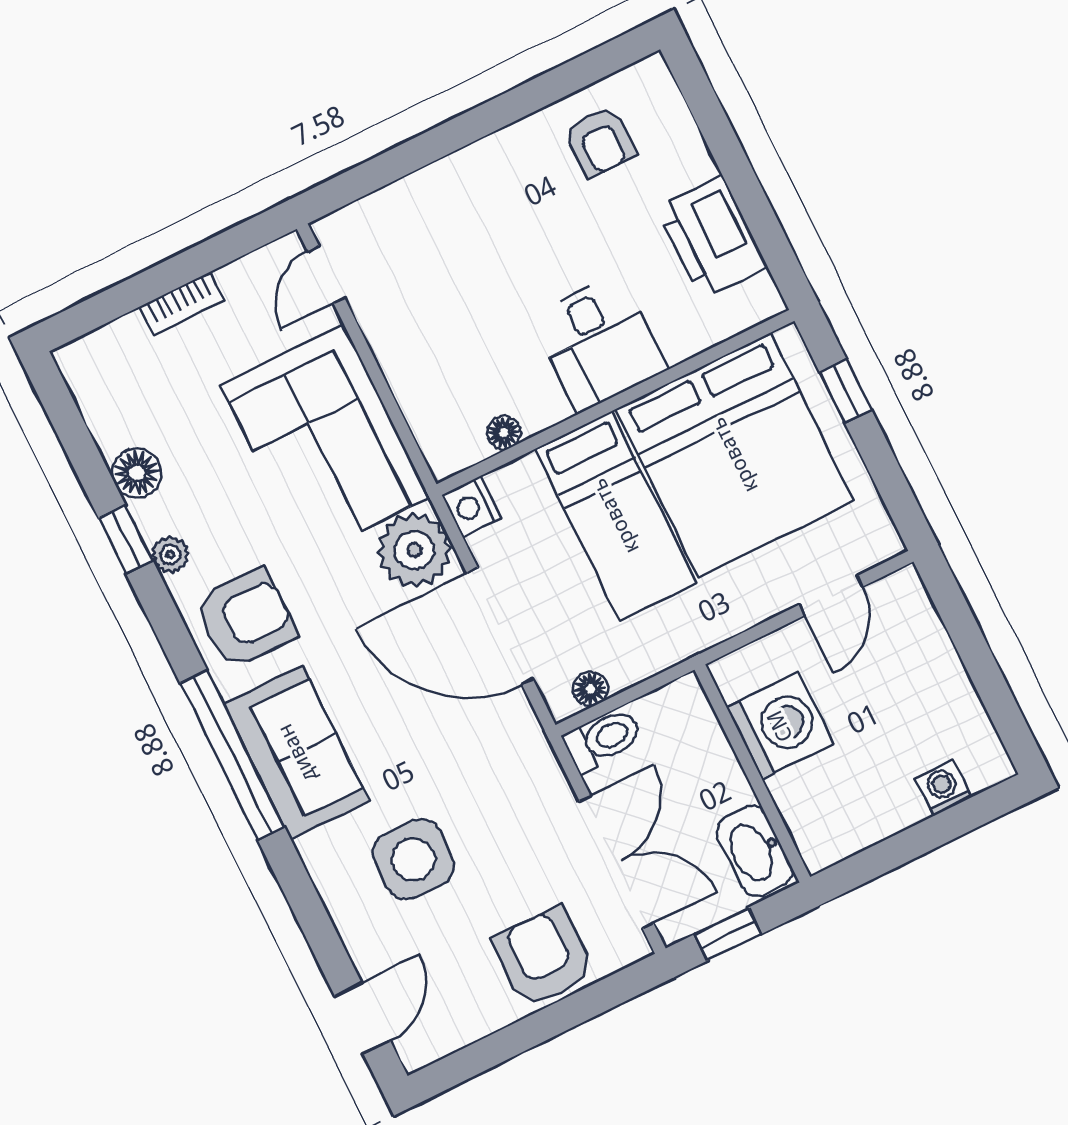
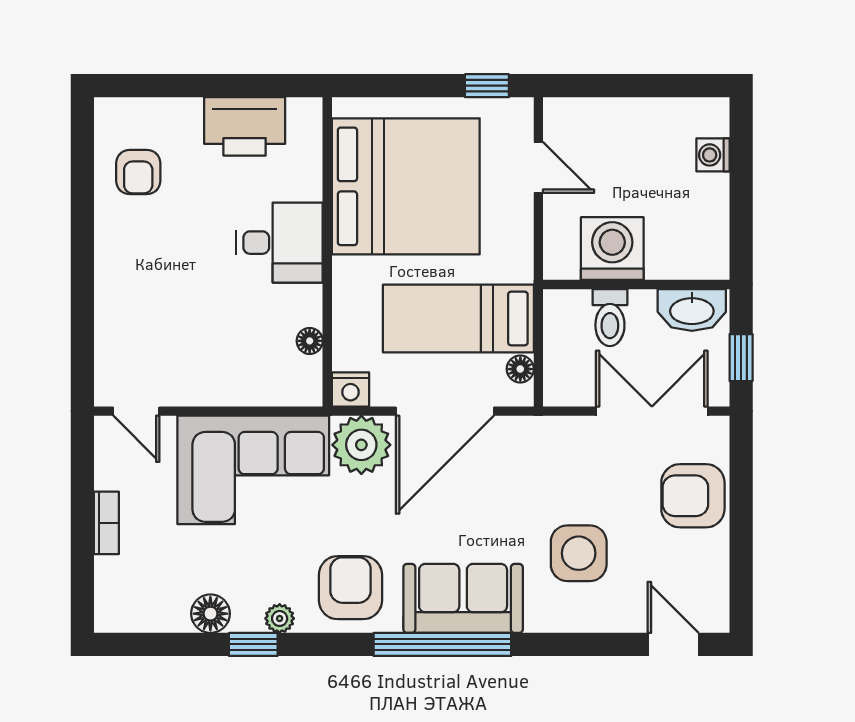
armchair: (600, 142) -> (138, 172), turned 90
window: (846, 391) -> (487, 86), moved
bed: (615, 516) -> (458, 318), moved, turned 180
toilet: (603, 739) -> (610, 318), moved, turned 180

